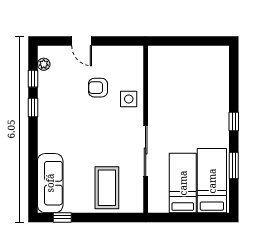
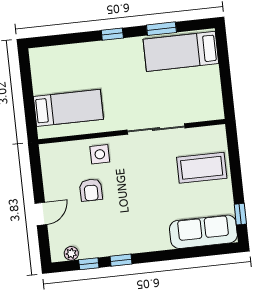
bed: (183, 183) -> (68, 108), moved, turned 180

